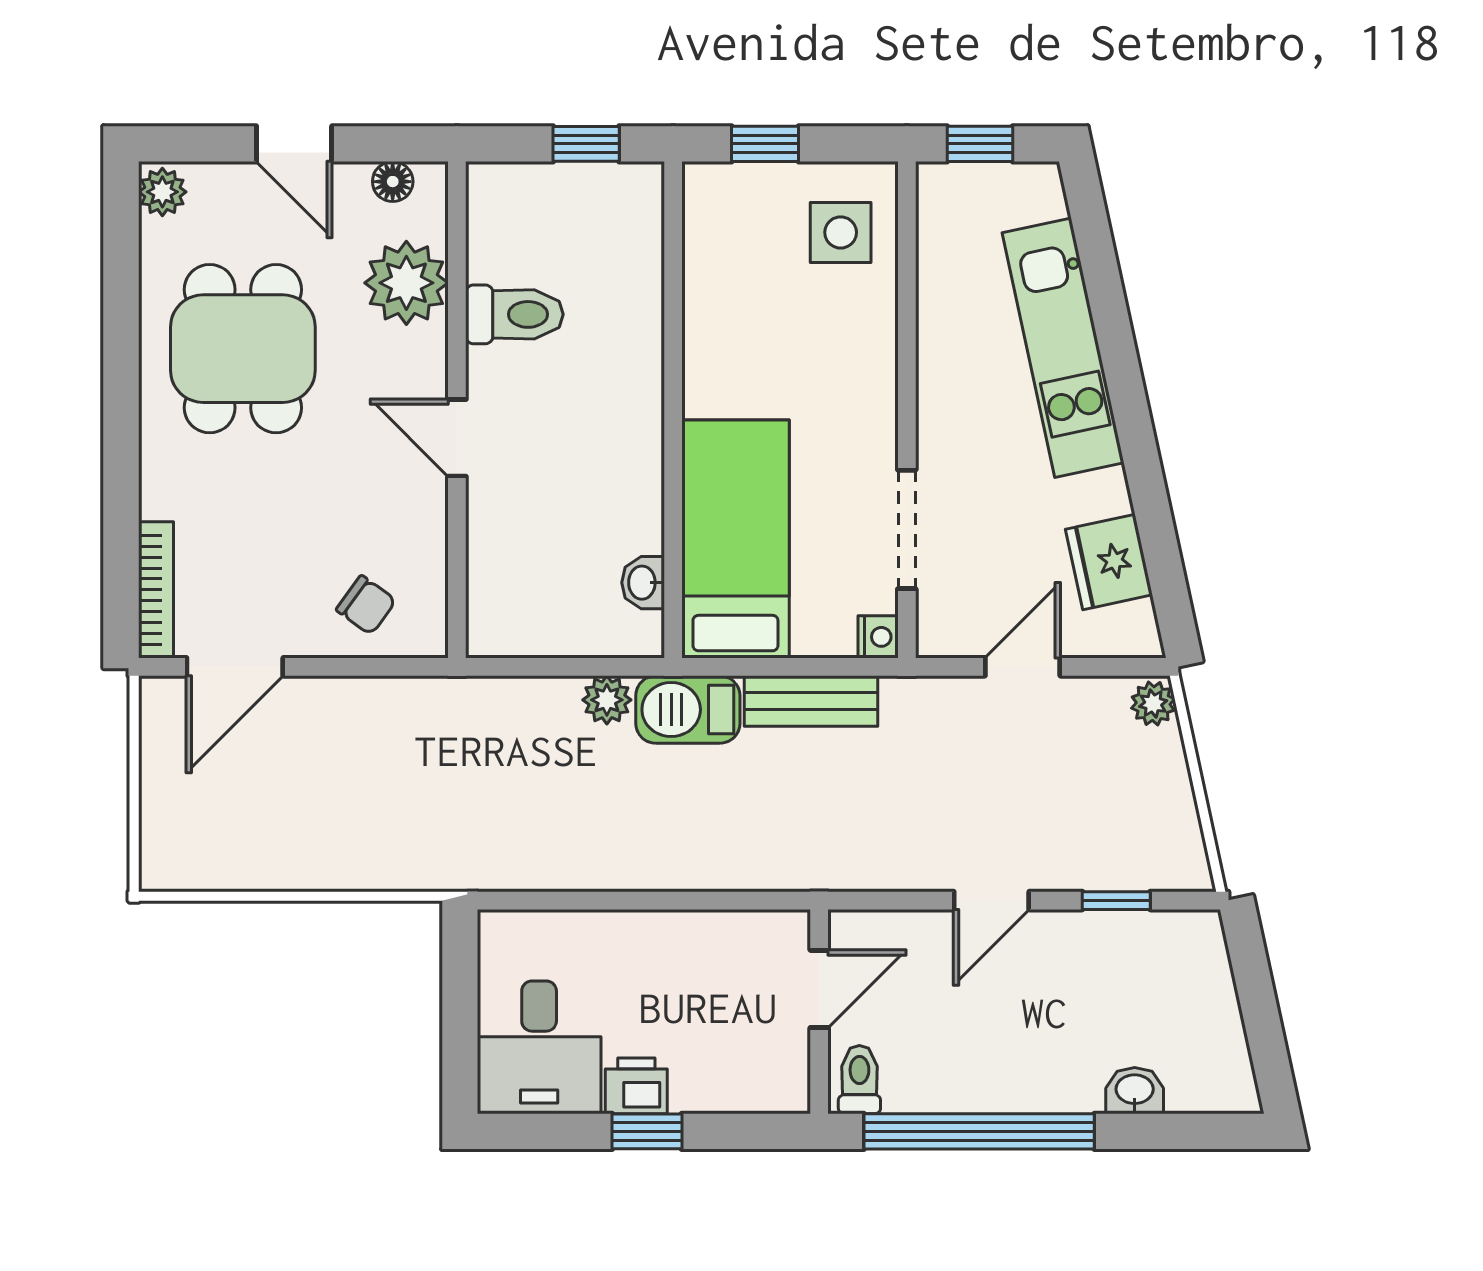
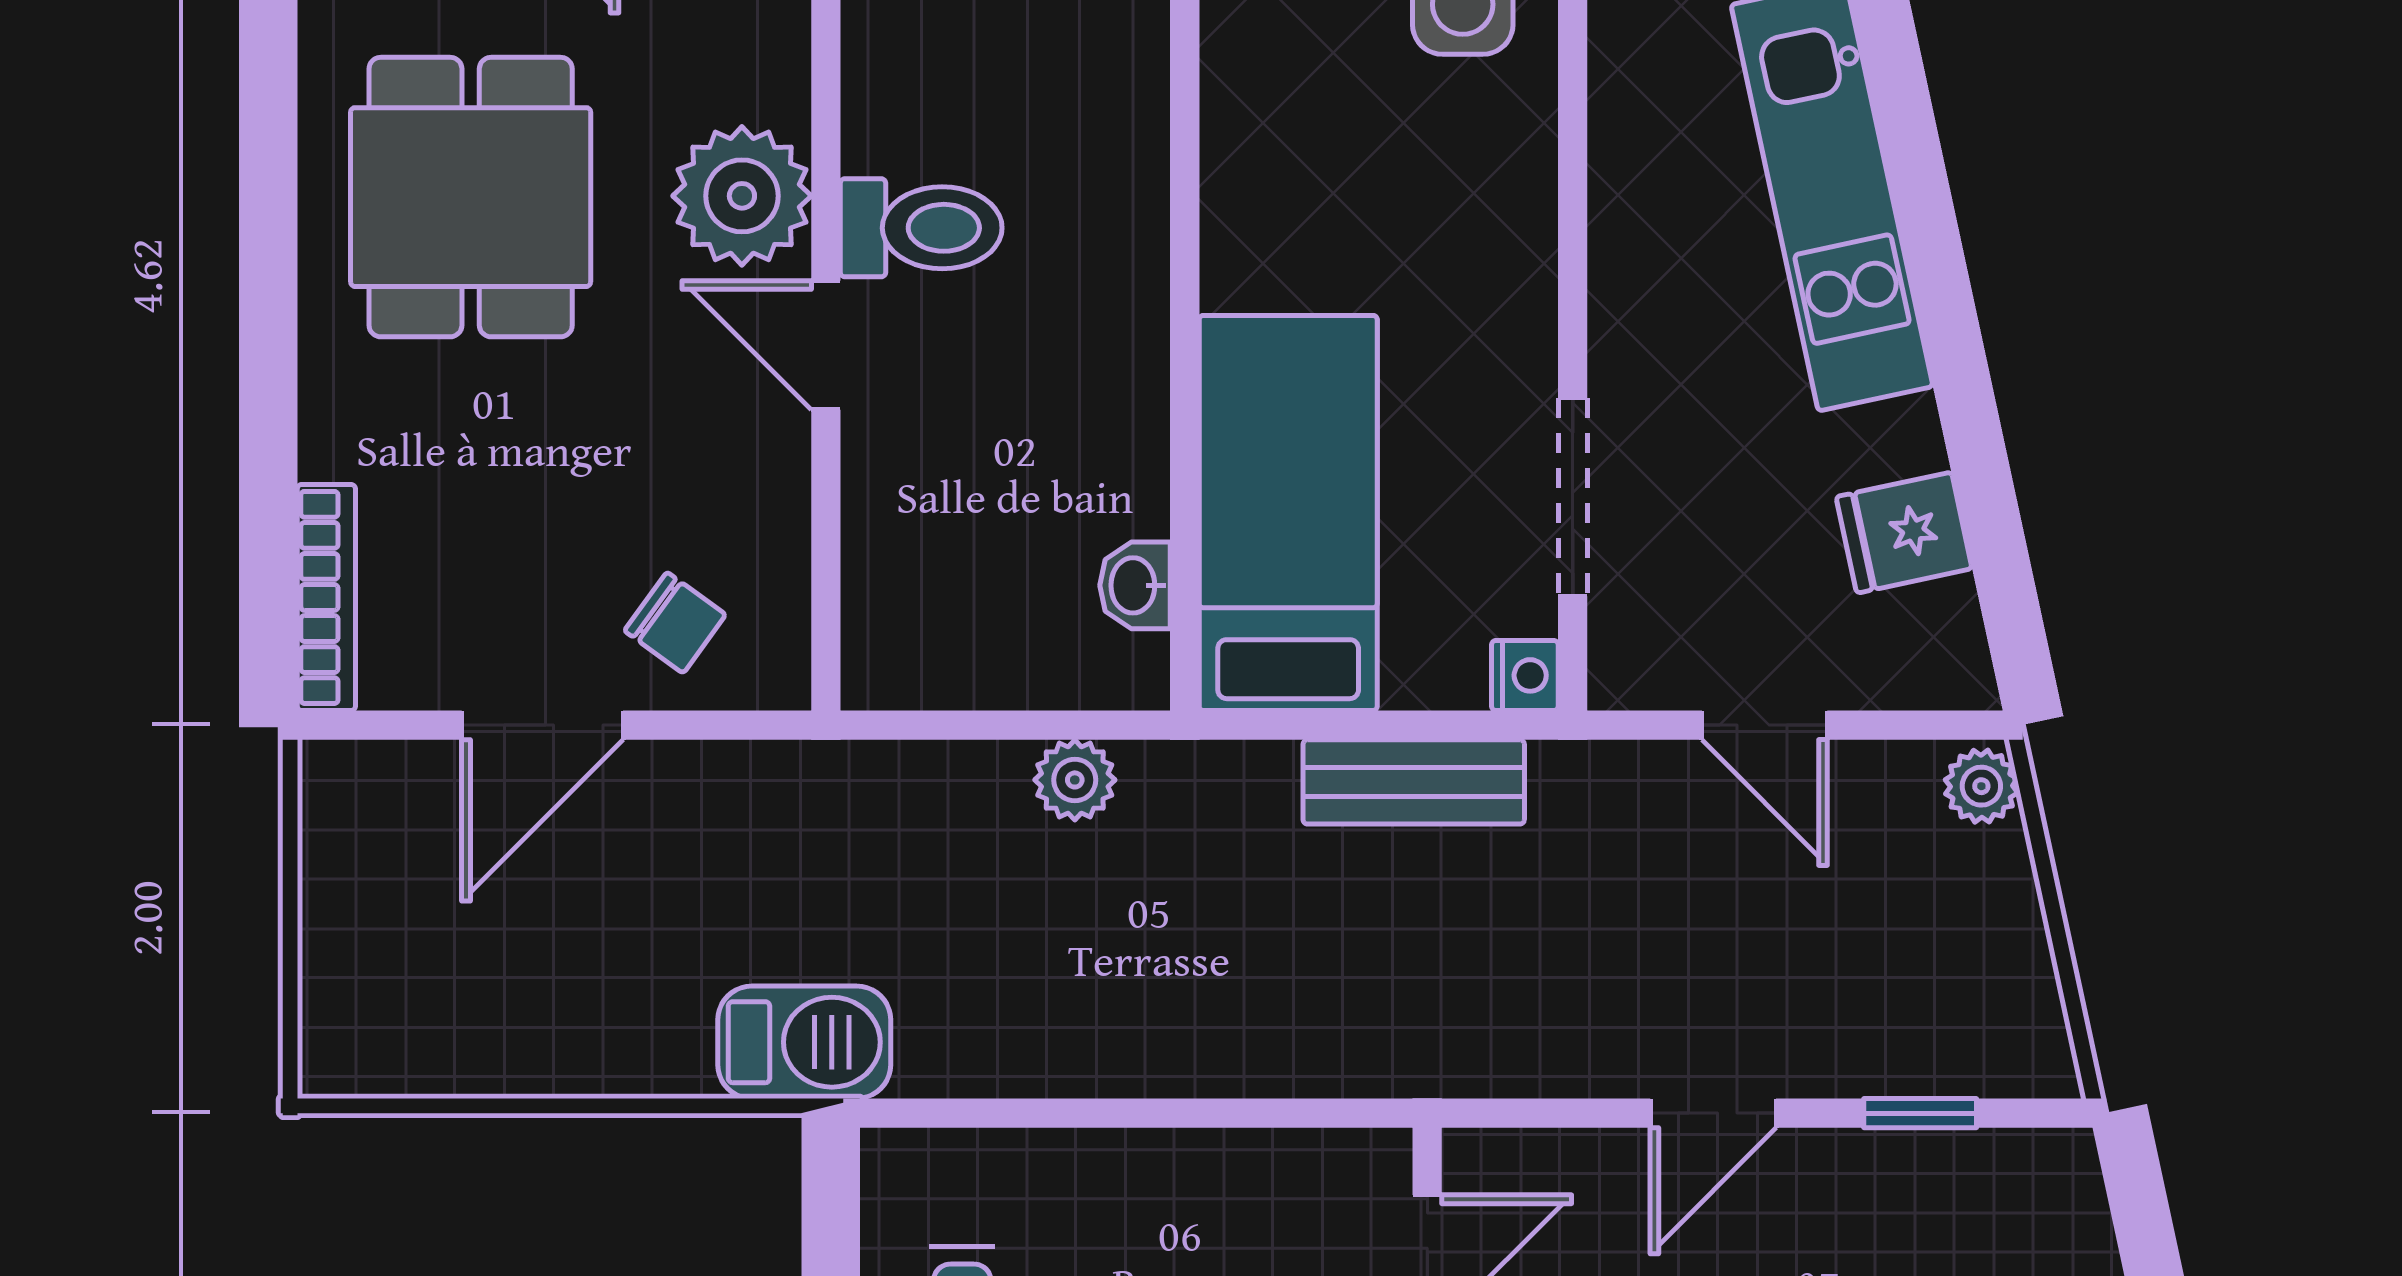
plant: (406, 283) -> (742, 196), moved
toilet: (514, 314) -> (921, 228), moved
fridge: (1109, 562) -> (1904, 533), width x0.72
door: (235, 667) -> (542, 725), moved
door: (1023, 667) -> (1765, 725), swing flipped
barbecue: (688, 710) -> (804, 1042), moved, turned 180

